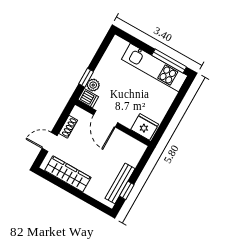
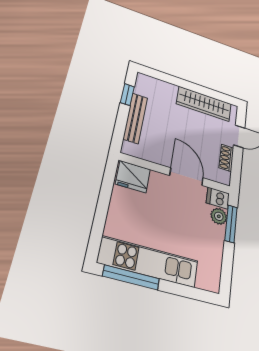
window: (86, 78) -> (231, 224), width x1.50
bench: (120, 183) -> (135, 118), moved

